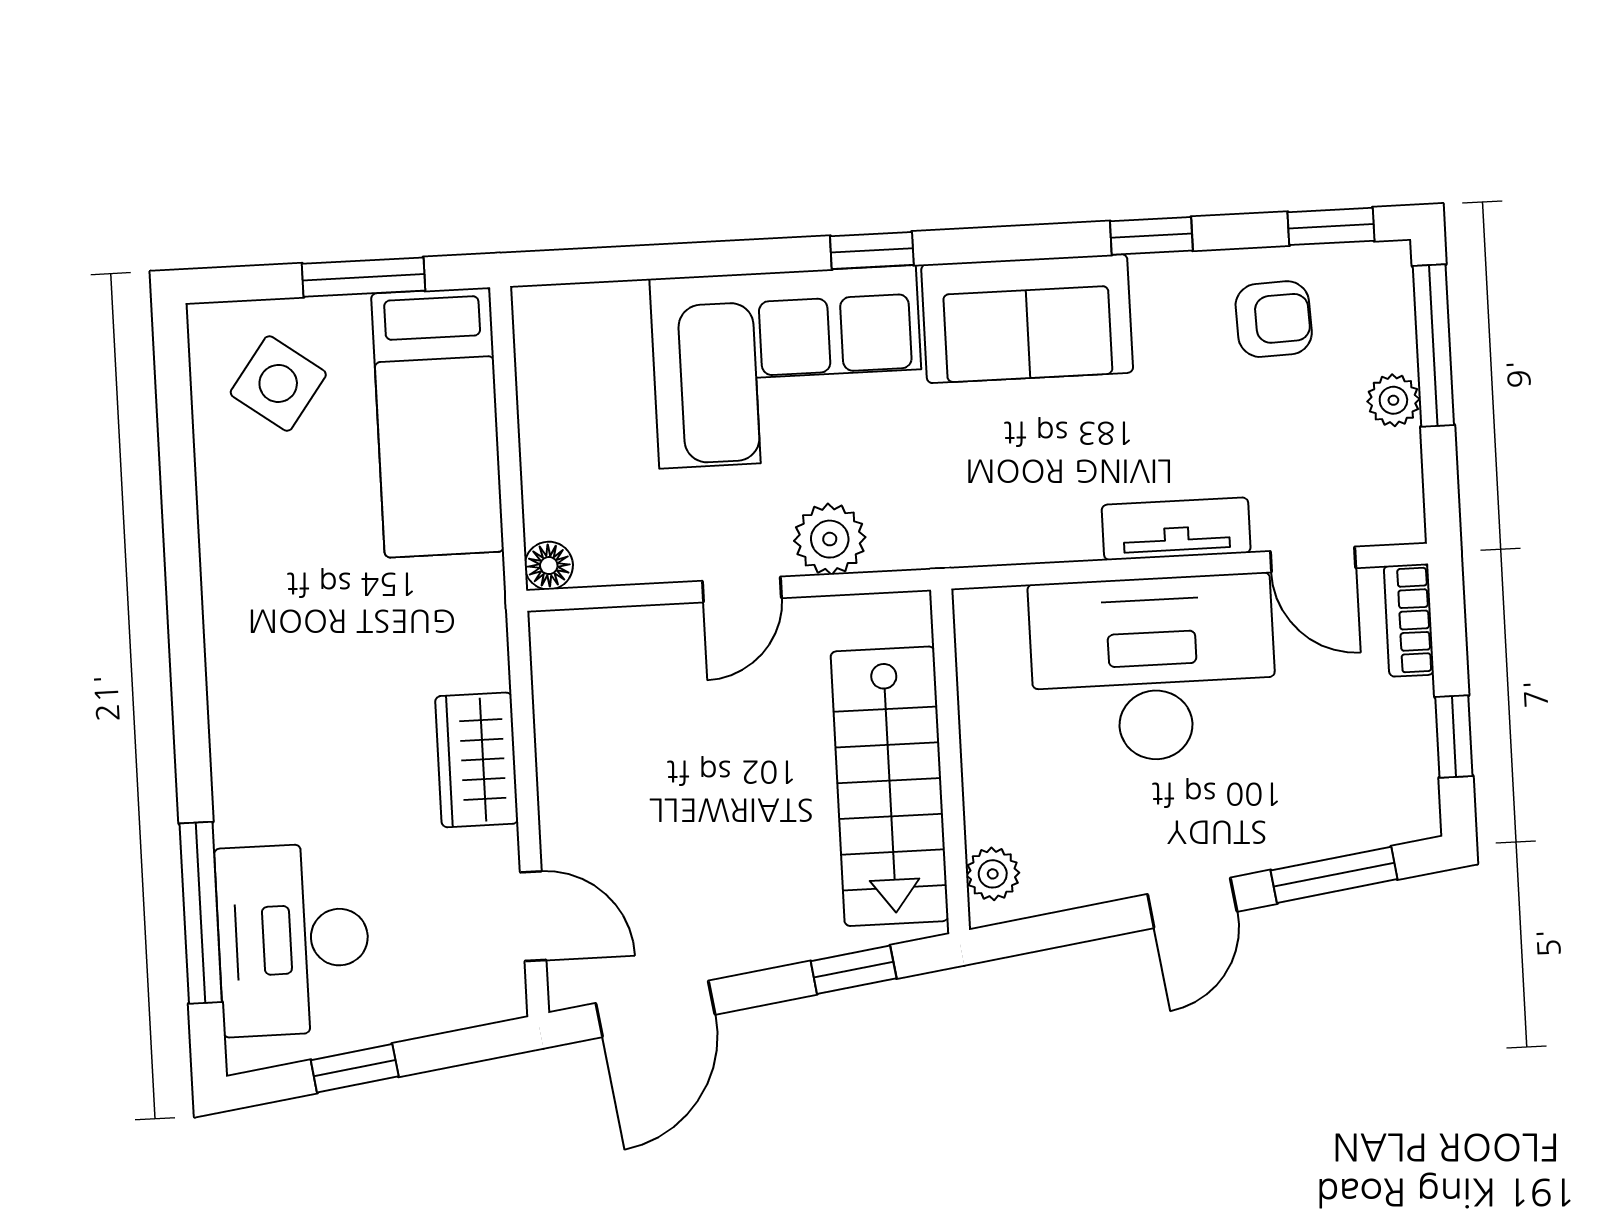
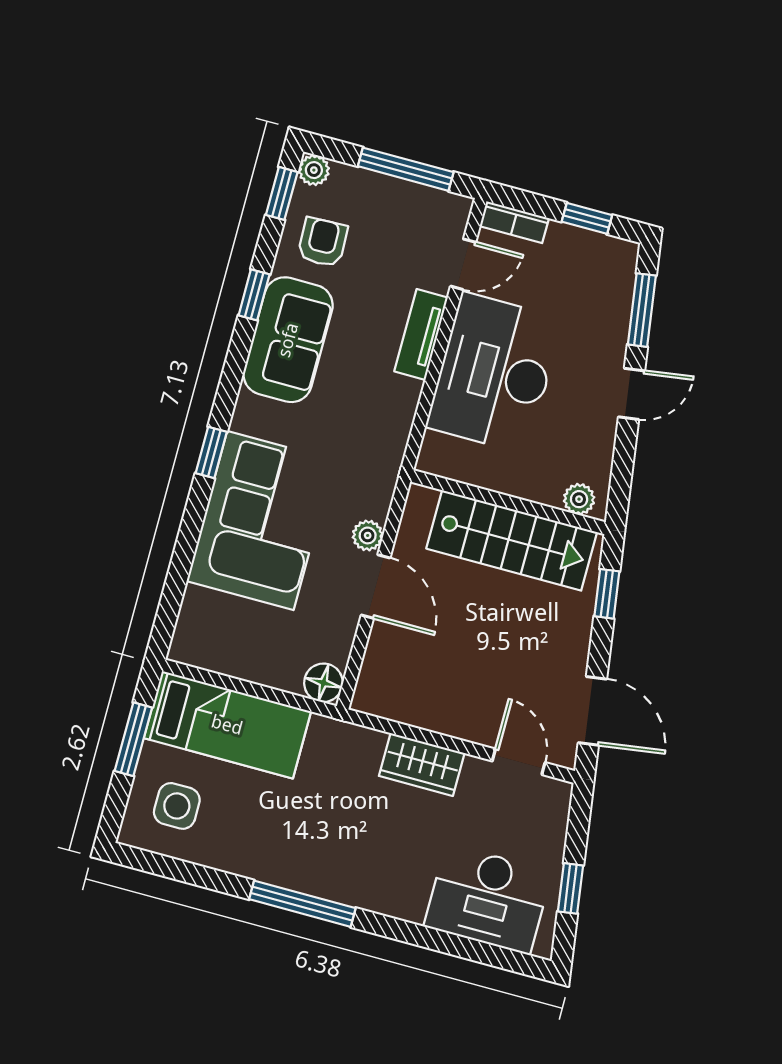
sofa: (1027, 319) -> (288, 340), moved
window: (1433, 345) -> (406, 169), moved
side table: (278, 383) -> (177, 806), turned -36
plant: (1393, 400) -> (314, 170), moved
plant: (830, 539) -> (368, 535), width x0.73, depth x0.73
floor lamp: (549, 566) -> (323, 683), width x1.37, depth x1.37
door: (742, 590) -> (376, 586), width x1.38
door: (1192, 903) -> (631, 394), hinge flipped
window: (201, 913) -> (302, 904), moved
door: (533, 916) -> (519, 762), hinge flipped

